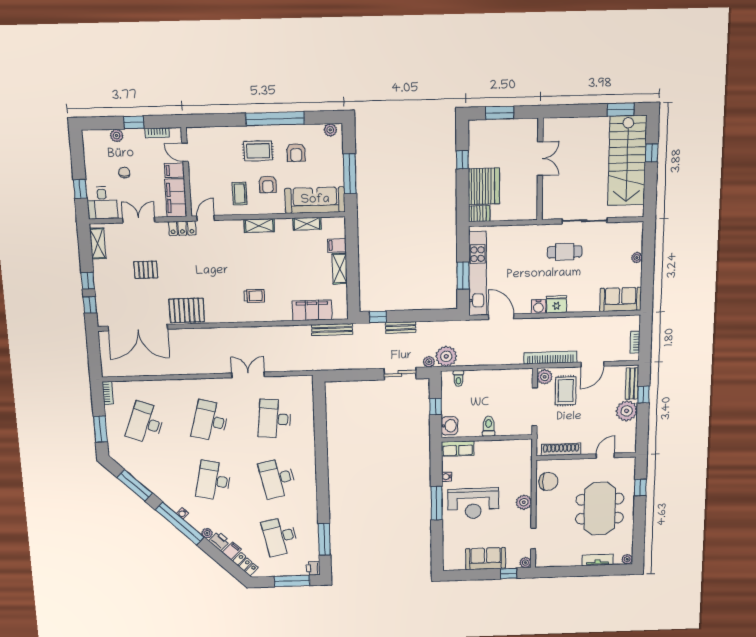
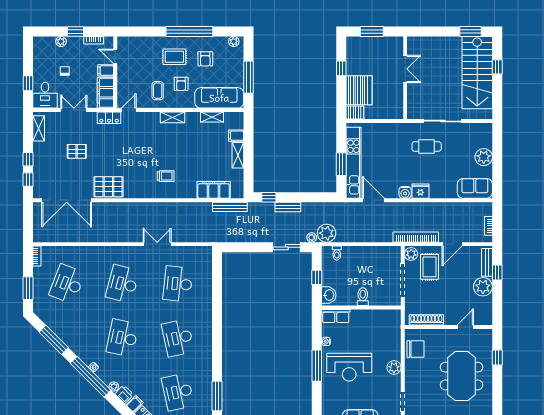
plant: (637, 258) -> (484, 157), width x1.88, depth x1.88

